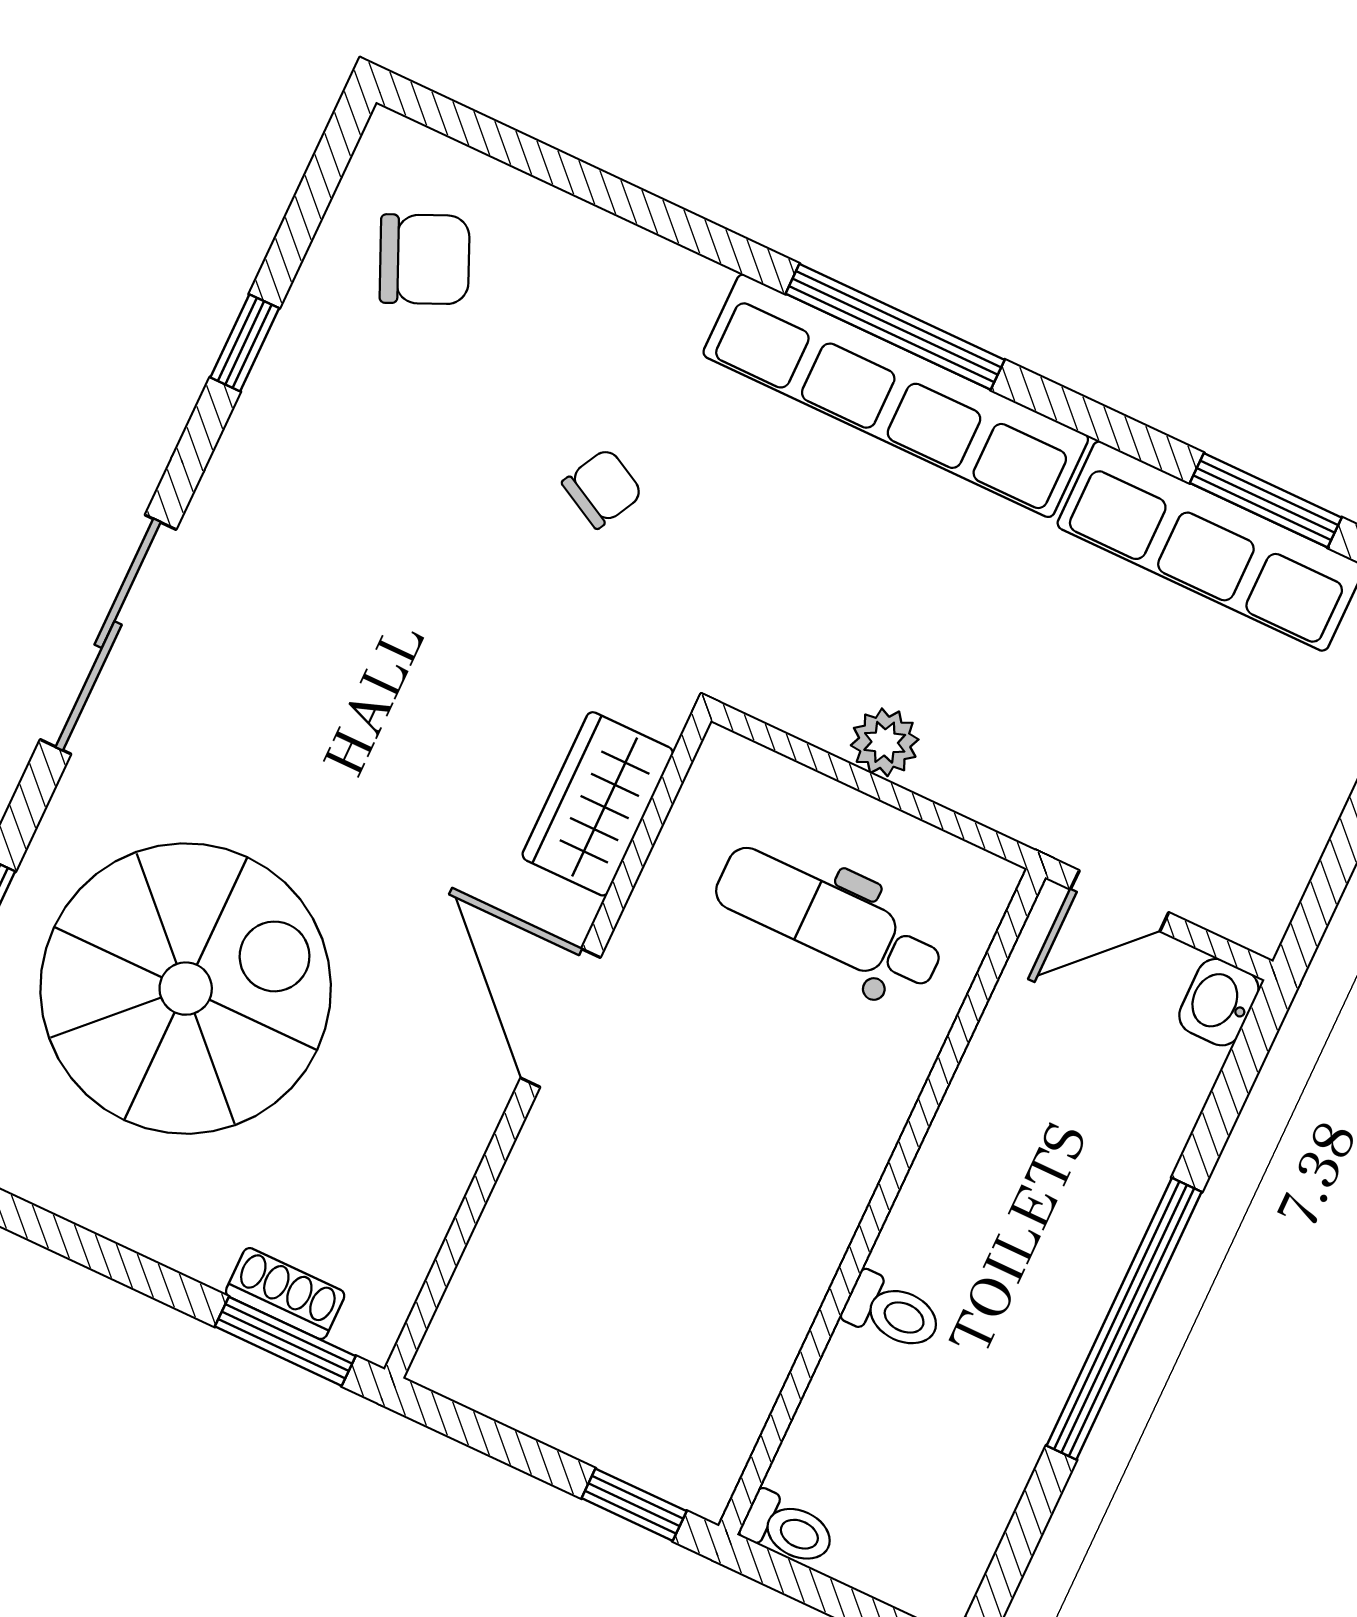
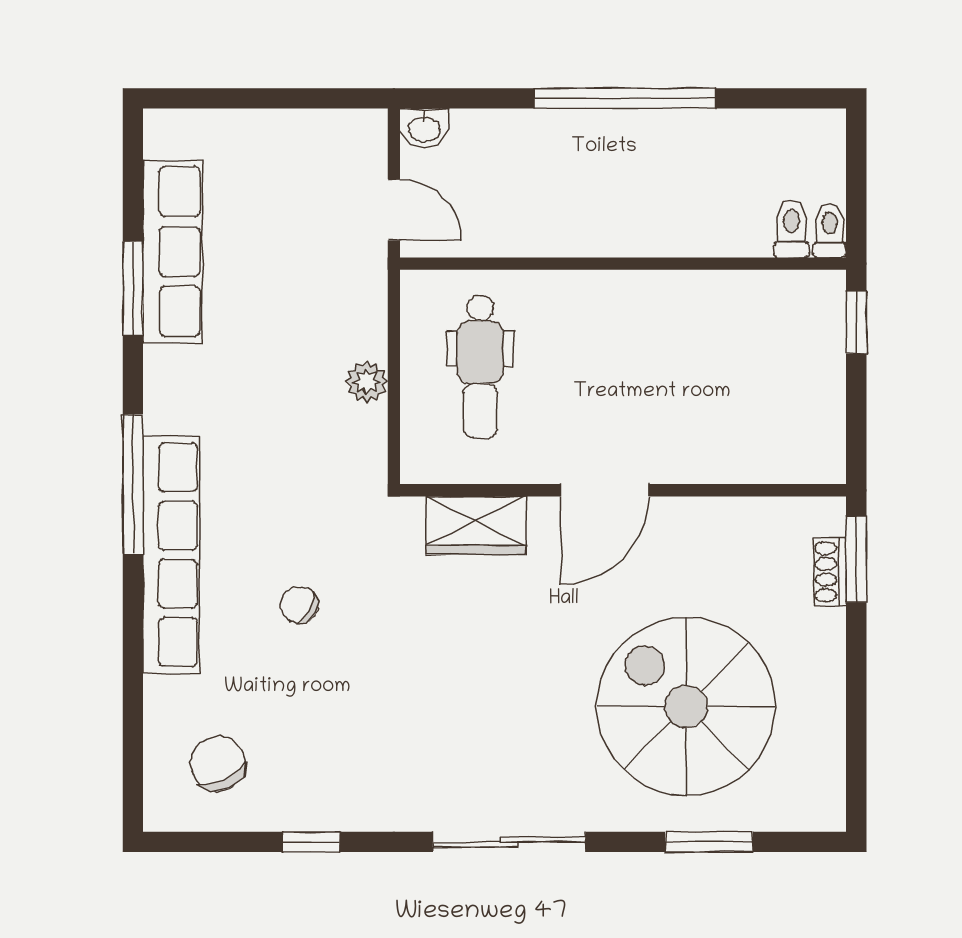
row of seats: (896, 396) -> (171, 555), moved
window: (1266, 500) -> (133, 288), moved
toilet: (892, 1312) -> (791, 229), moved

